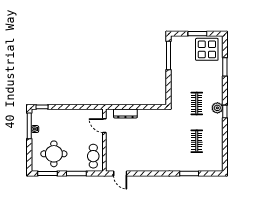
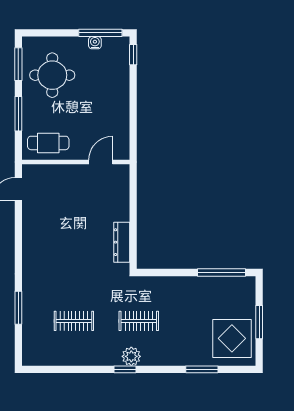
dresser: (125, 113) -> (122, 242), moved

